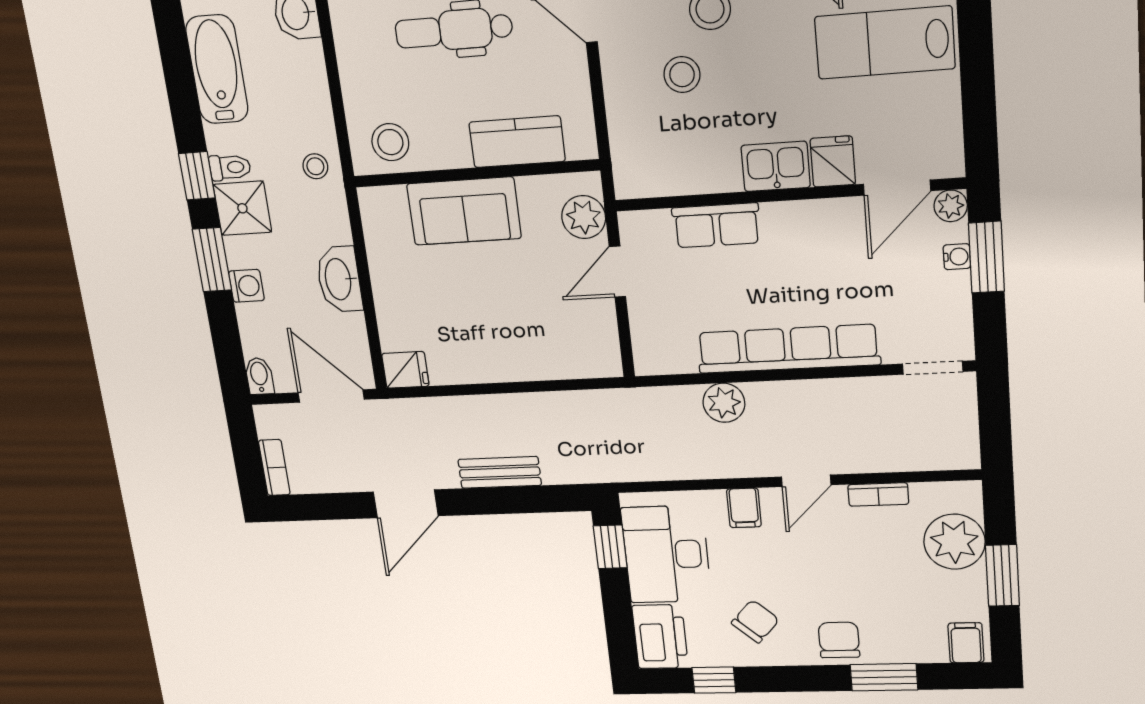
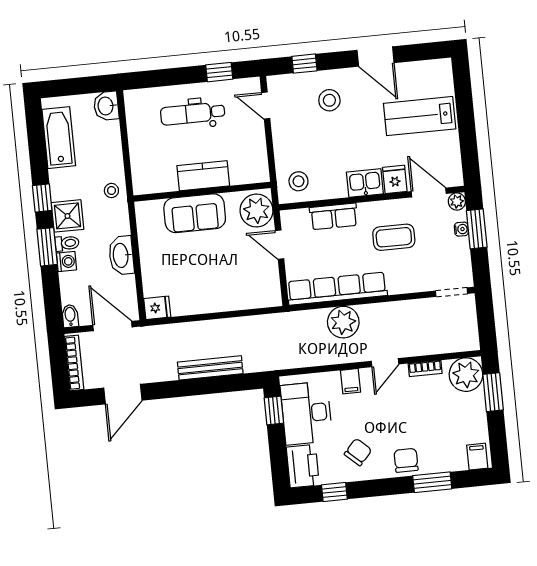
stool: (682, 74) -> (298, 181), moved
stool: (390, 142) -> (155, 176), removed
kitchen counter: (517, 142) -> (203, 176), moved
toilet: (230, 167) -> (67, 243), moved
door: (897, 188) -> (429, 193), swing flipped
plant: (584, 217) -> (256, 210), width x1.36, depth x1.36
coffee table: (828, 267) -> (394, 237), added
door: (618, 272) -> (280, 245), hinge flipped
row of seats: (788, 349) -> (337, 289), moved
plant: (724, 403) -> (343, 322), width x1.36, depth x1.36
bookcase: (274, 468) -> (74, 363), width x1.56
bench: (500, 472) -> (210, 368), width x1.36
door: (406, 504) -> (123, 394), moved
plant: (954, 542) -> (466, 375), moved
window: (1002, 575) -> (493, 392), moved

